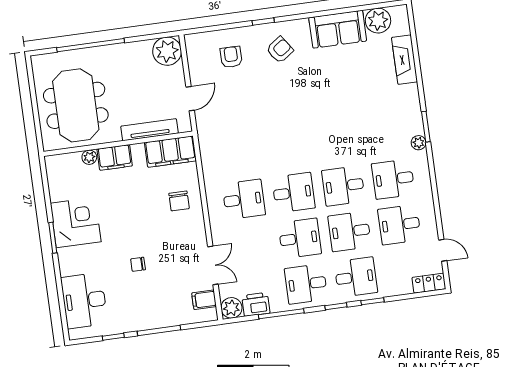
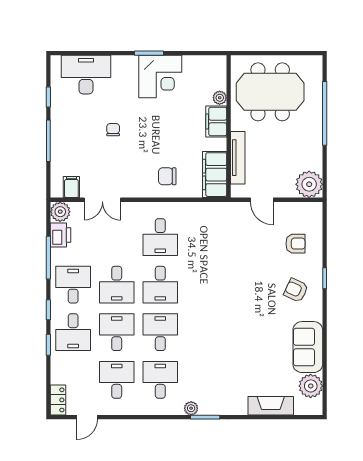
armchair: (280, 50) -> (296, 290), turned 150

